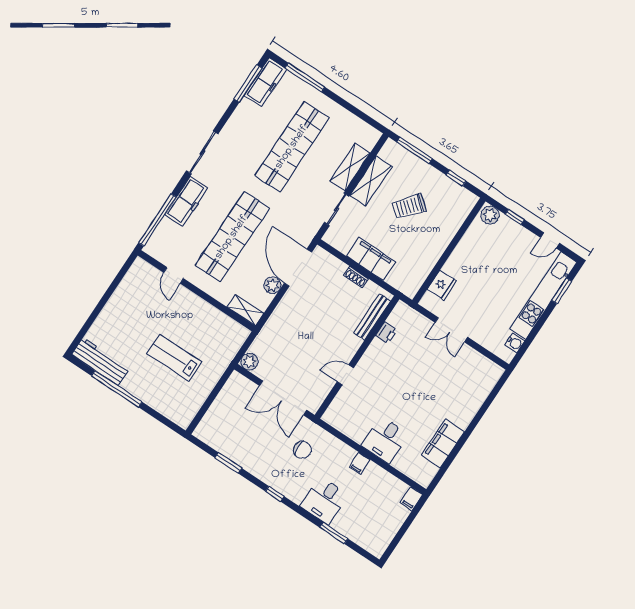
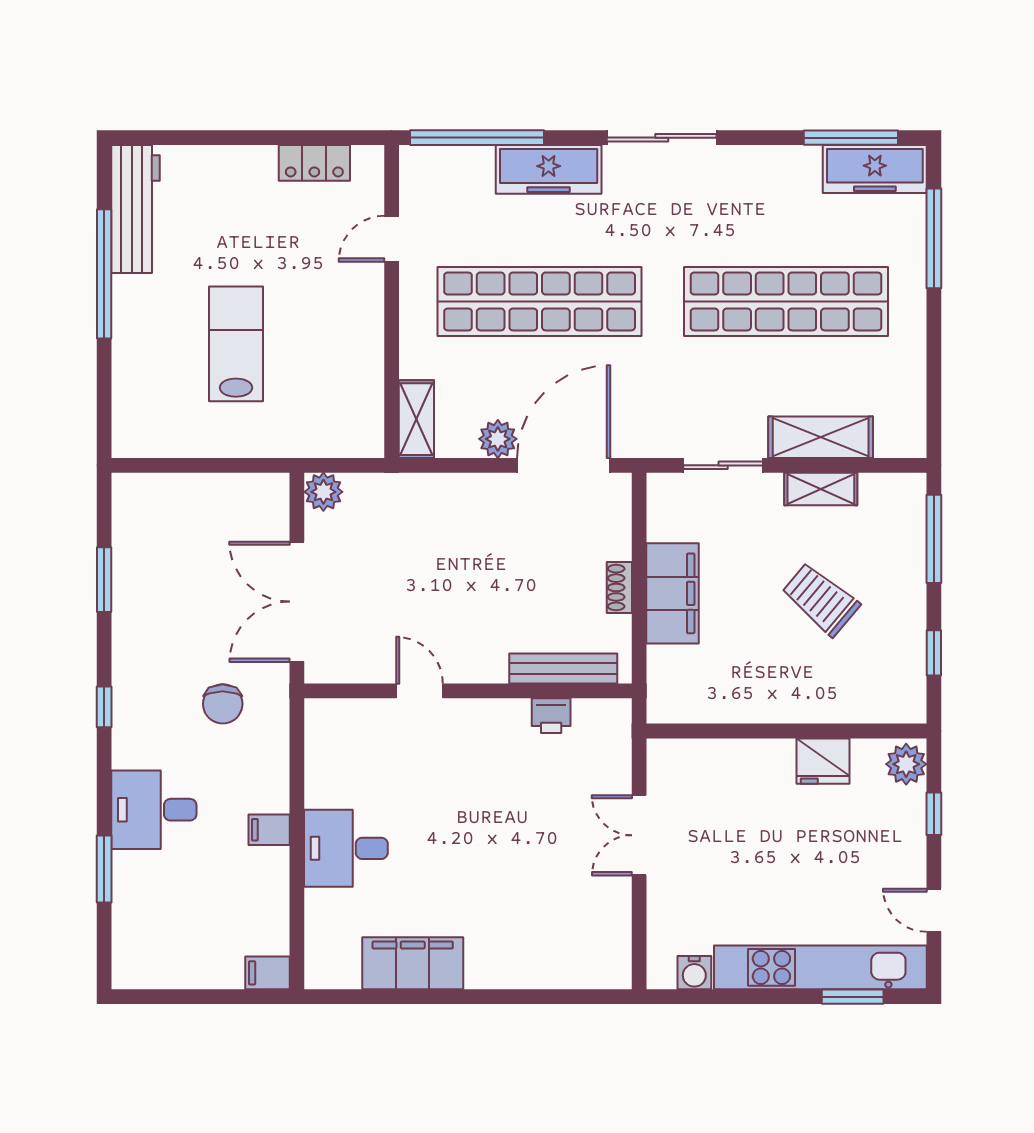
shelving: (371, 181) -> (821, 489), width x0.67, depth x0.75
locker: (127, 285) -> (314, 163), added
fridge: (442, 285) -> (823, 761), moved

